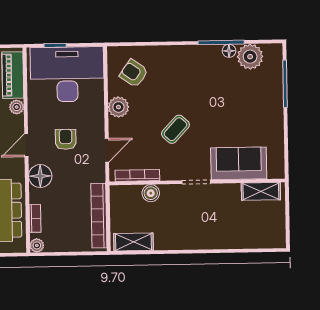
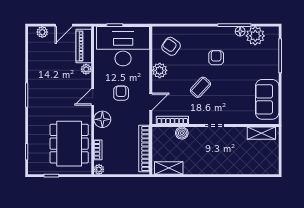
armchair: (196, 88) -> (216, 58), added
sofa: (239, 163) -> (267, 99), moved, turned -90

